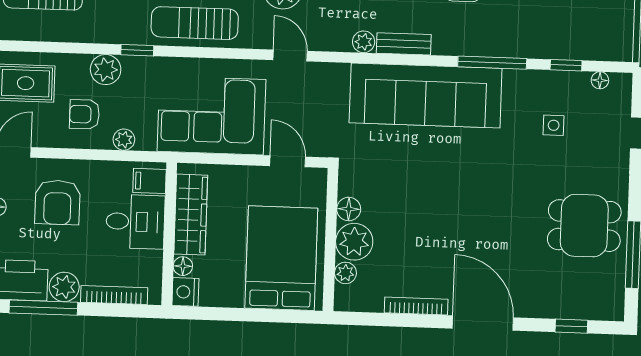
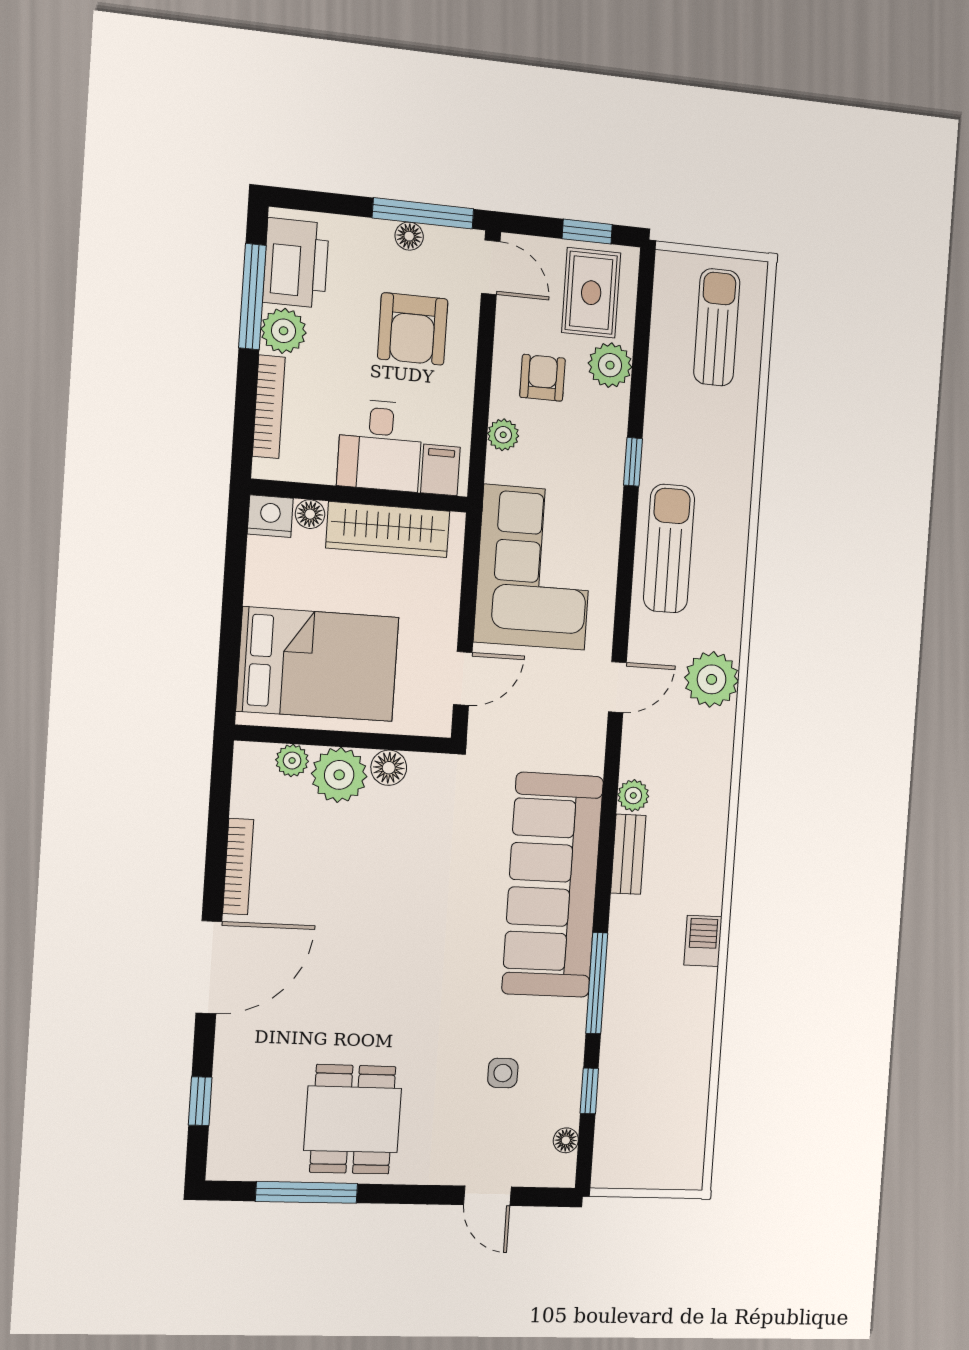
plant: (106, 70) -> (610, 365), moved
armchair: (57, 202) -> (413, 329), turned -90

